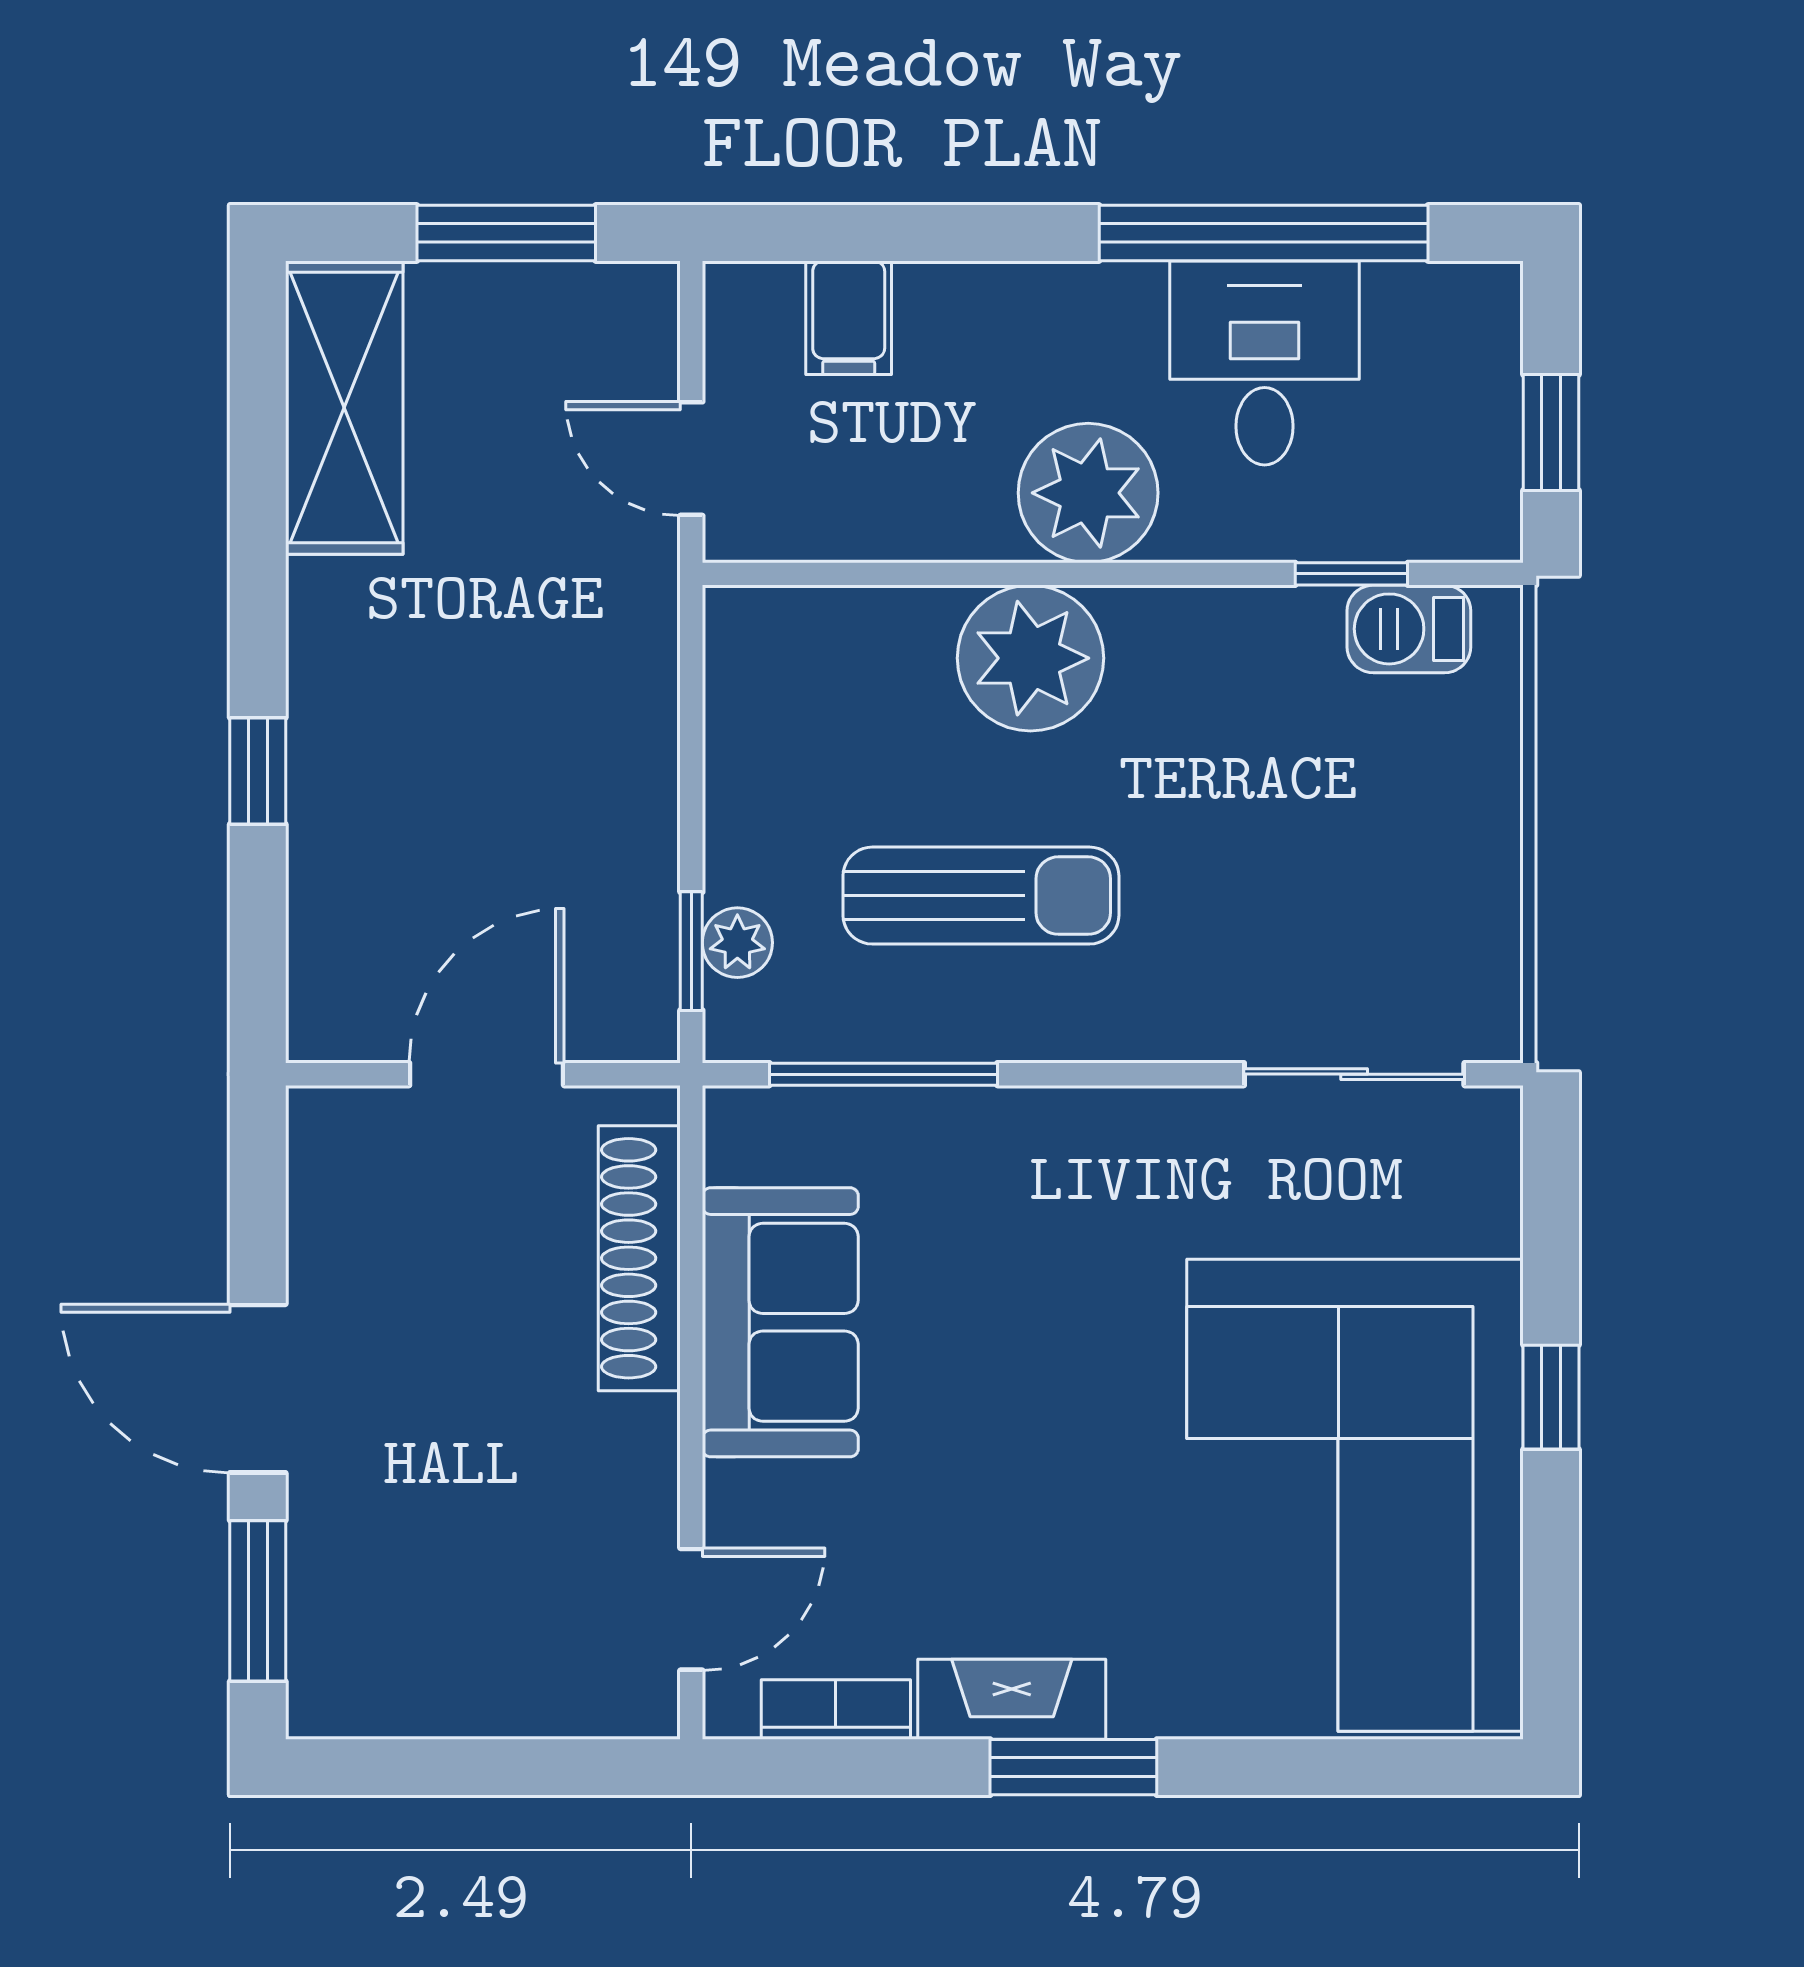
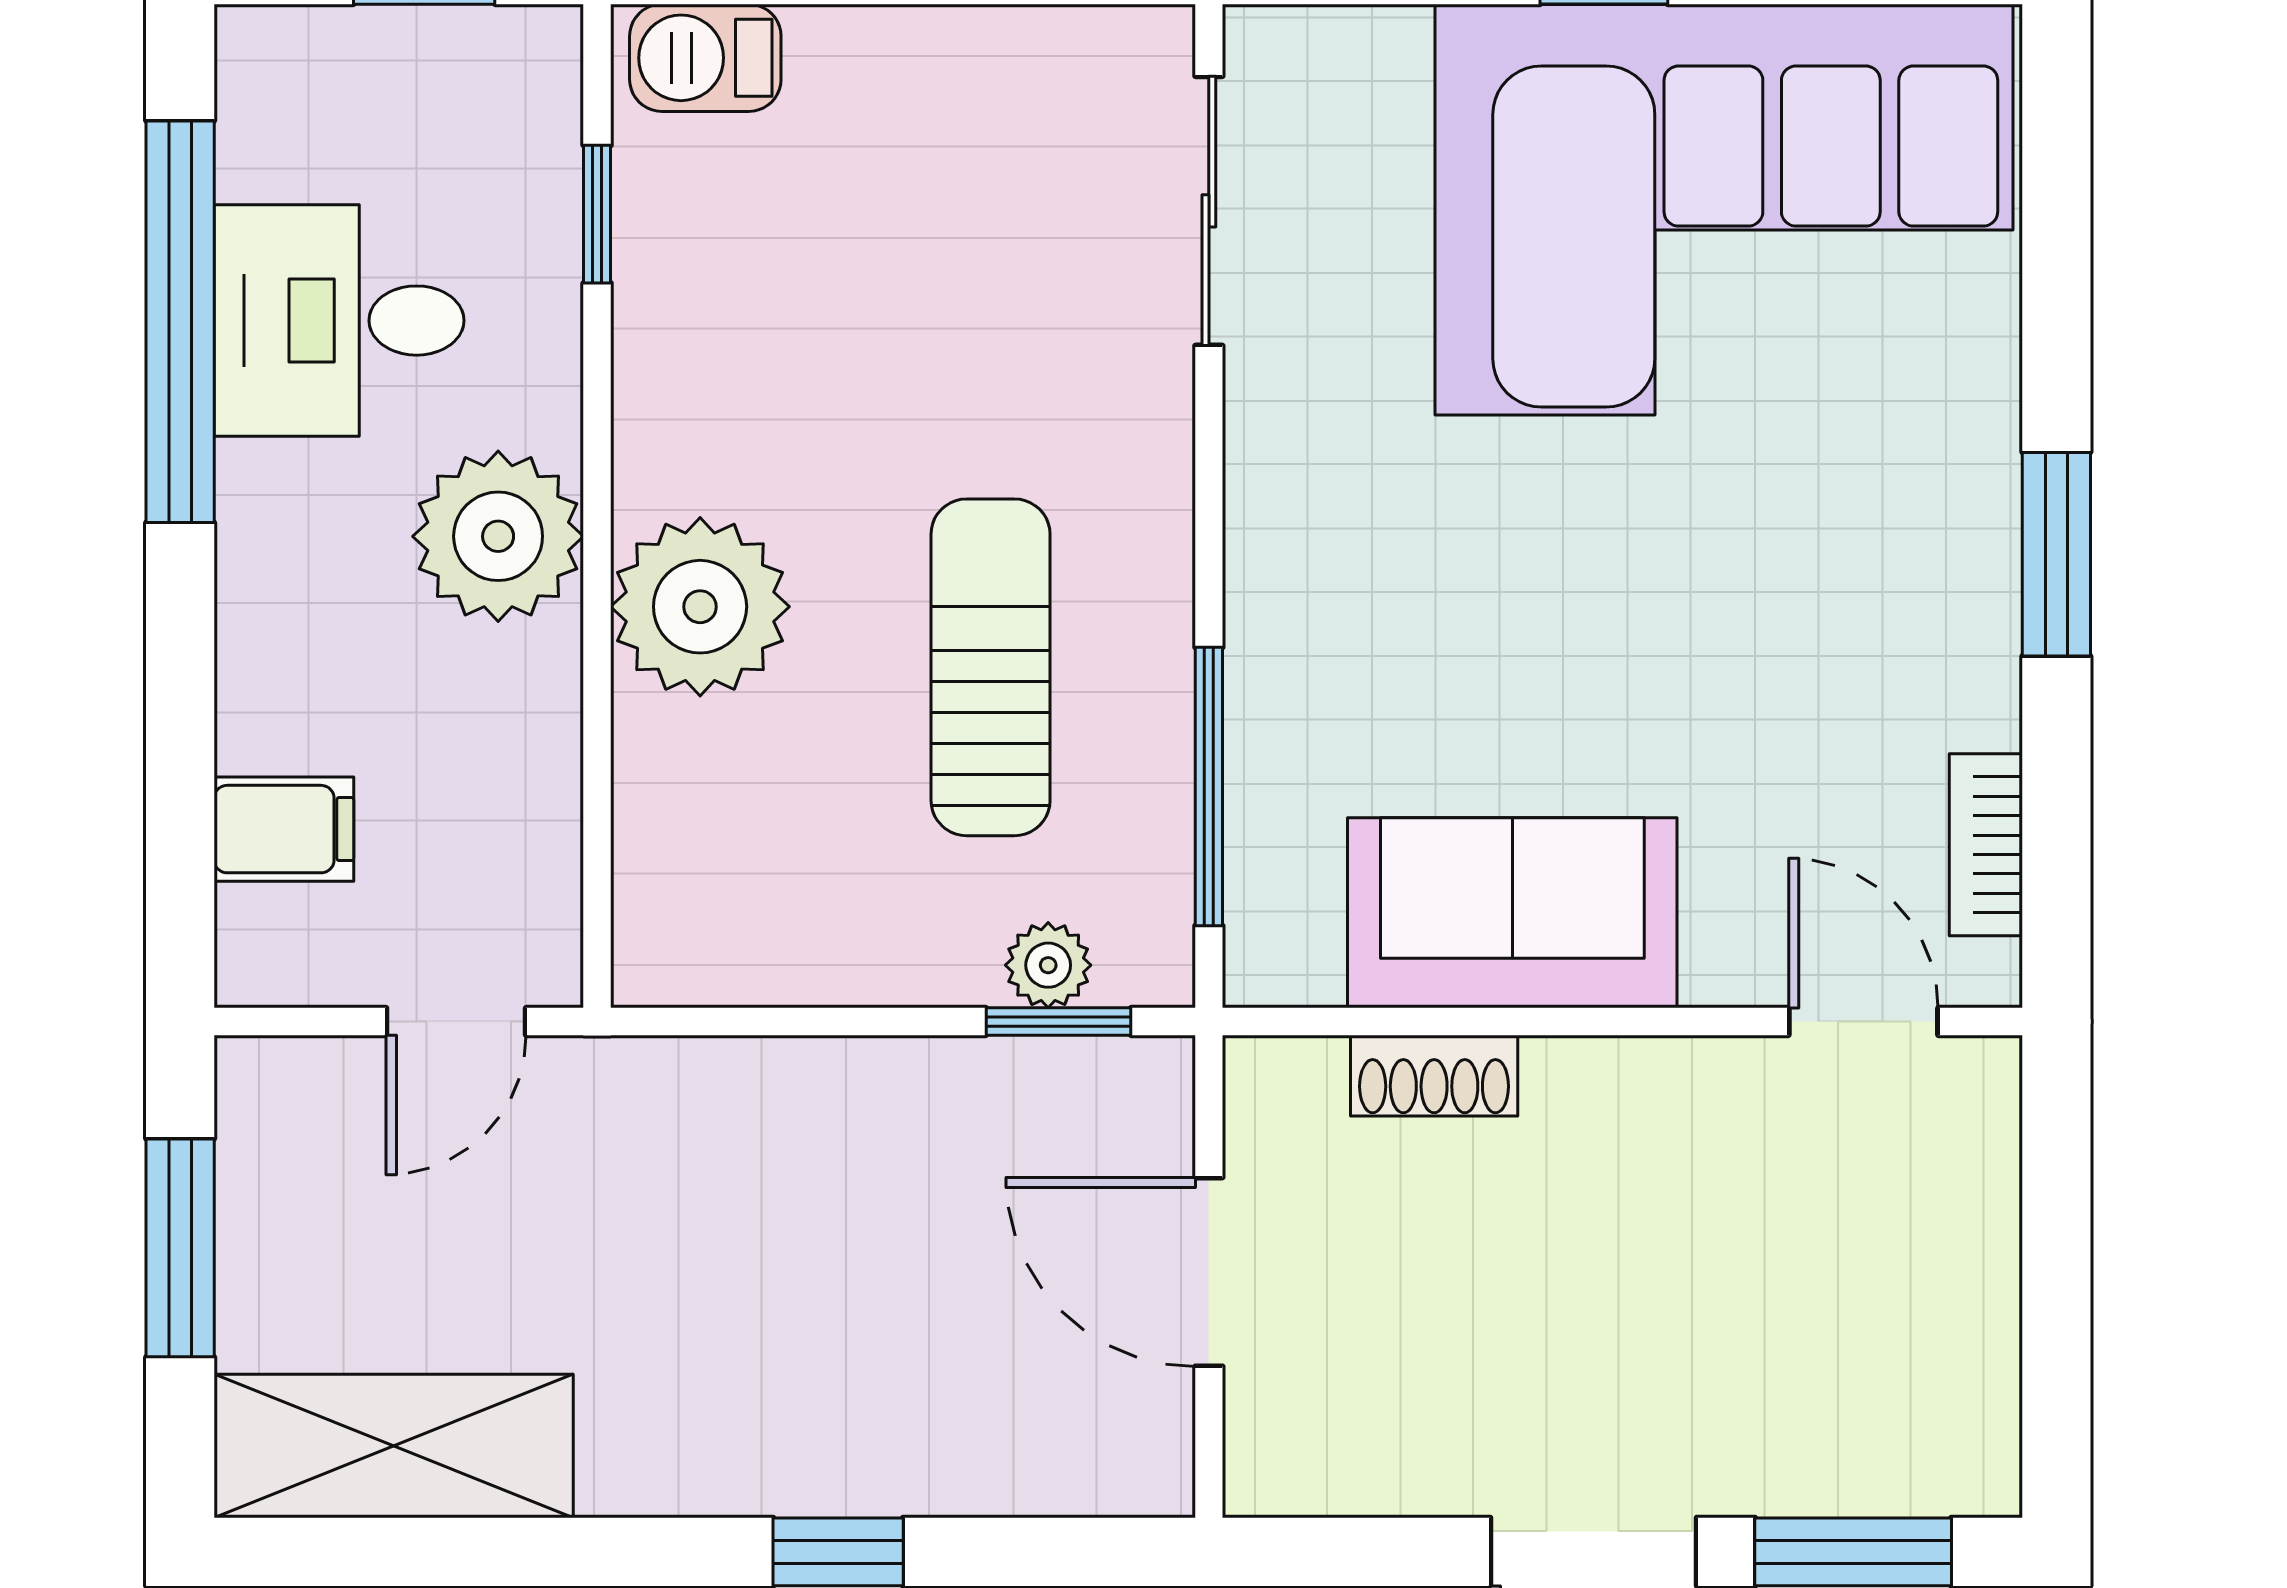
barbecue: (1409, 629) -> (705, 58), moved, turned 90
shoe rack: (639, 1258) -> (1434, 1076), width x0.51, depth x0.81
fireplace: (1012, 1699) -> (1973, 630), removed

